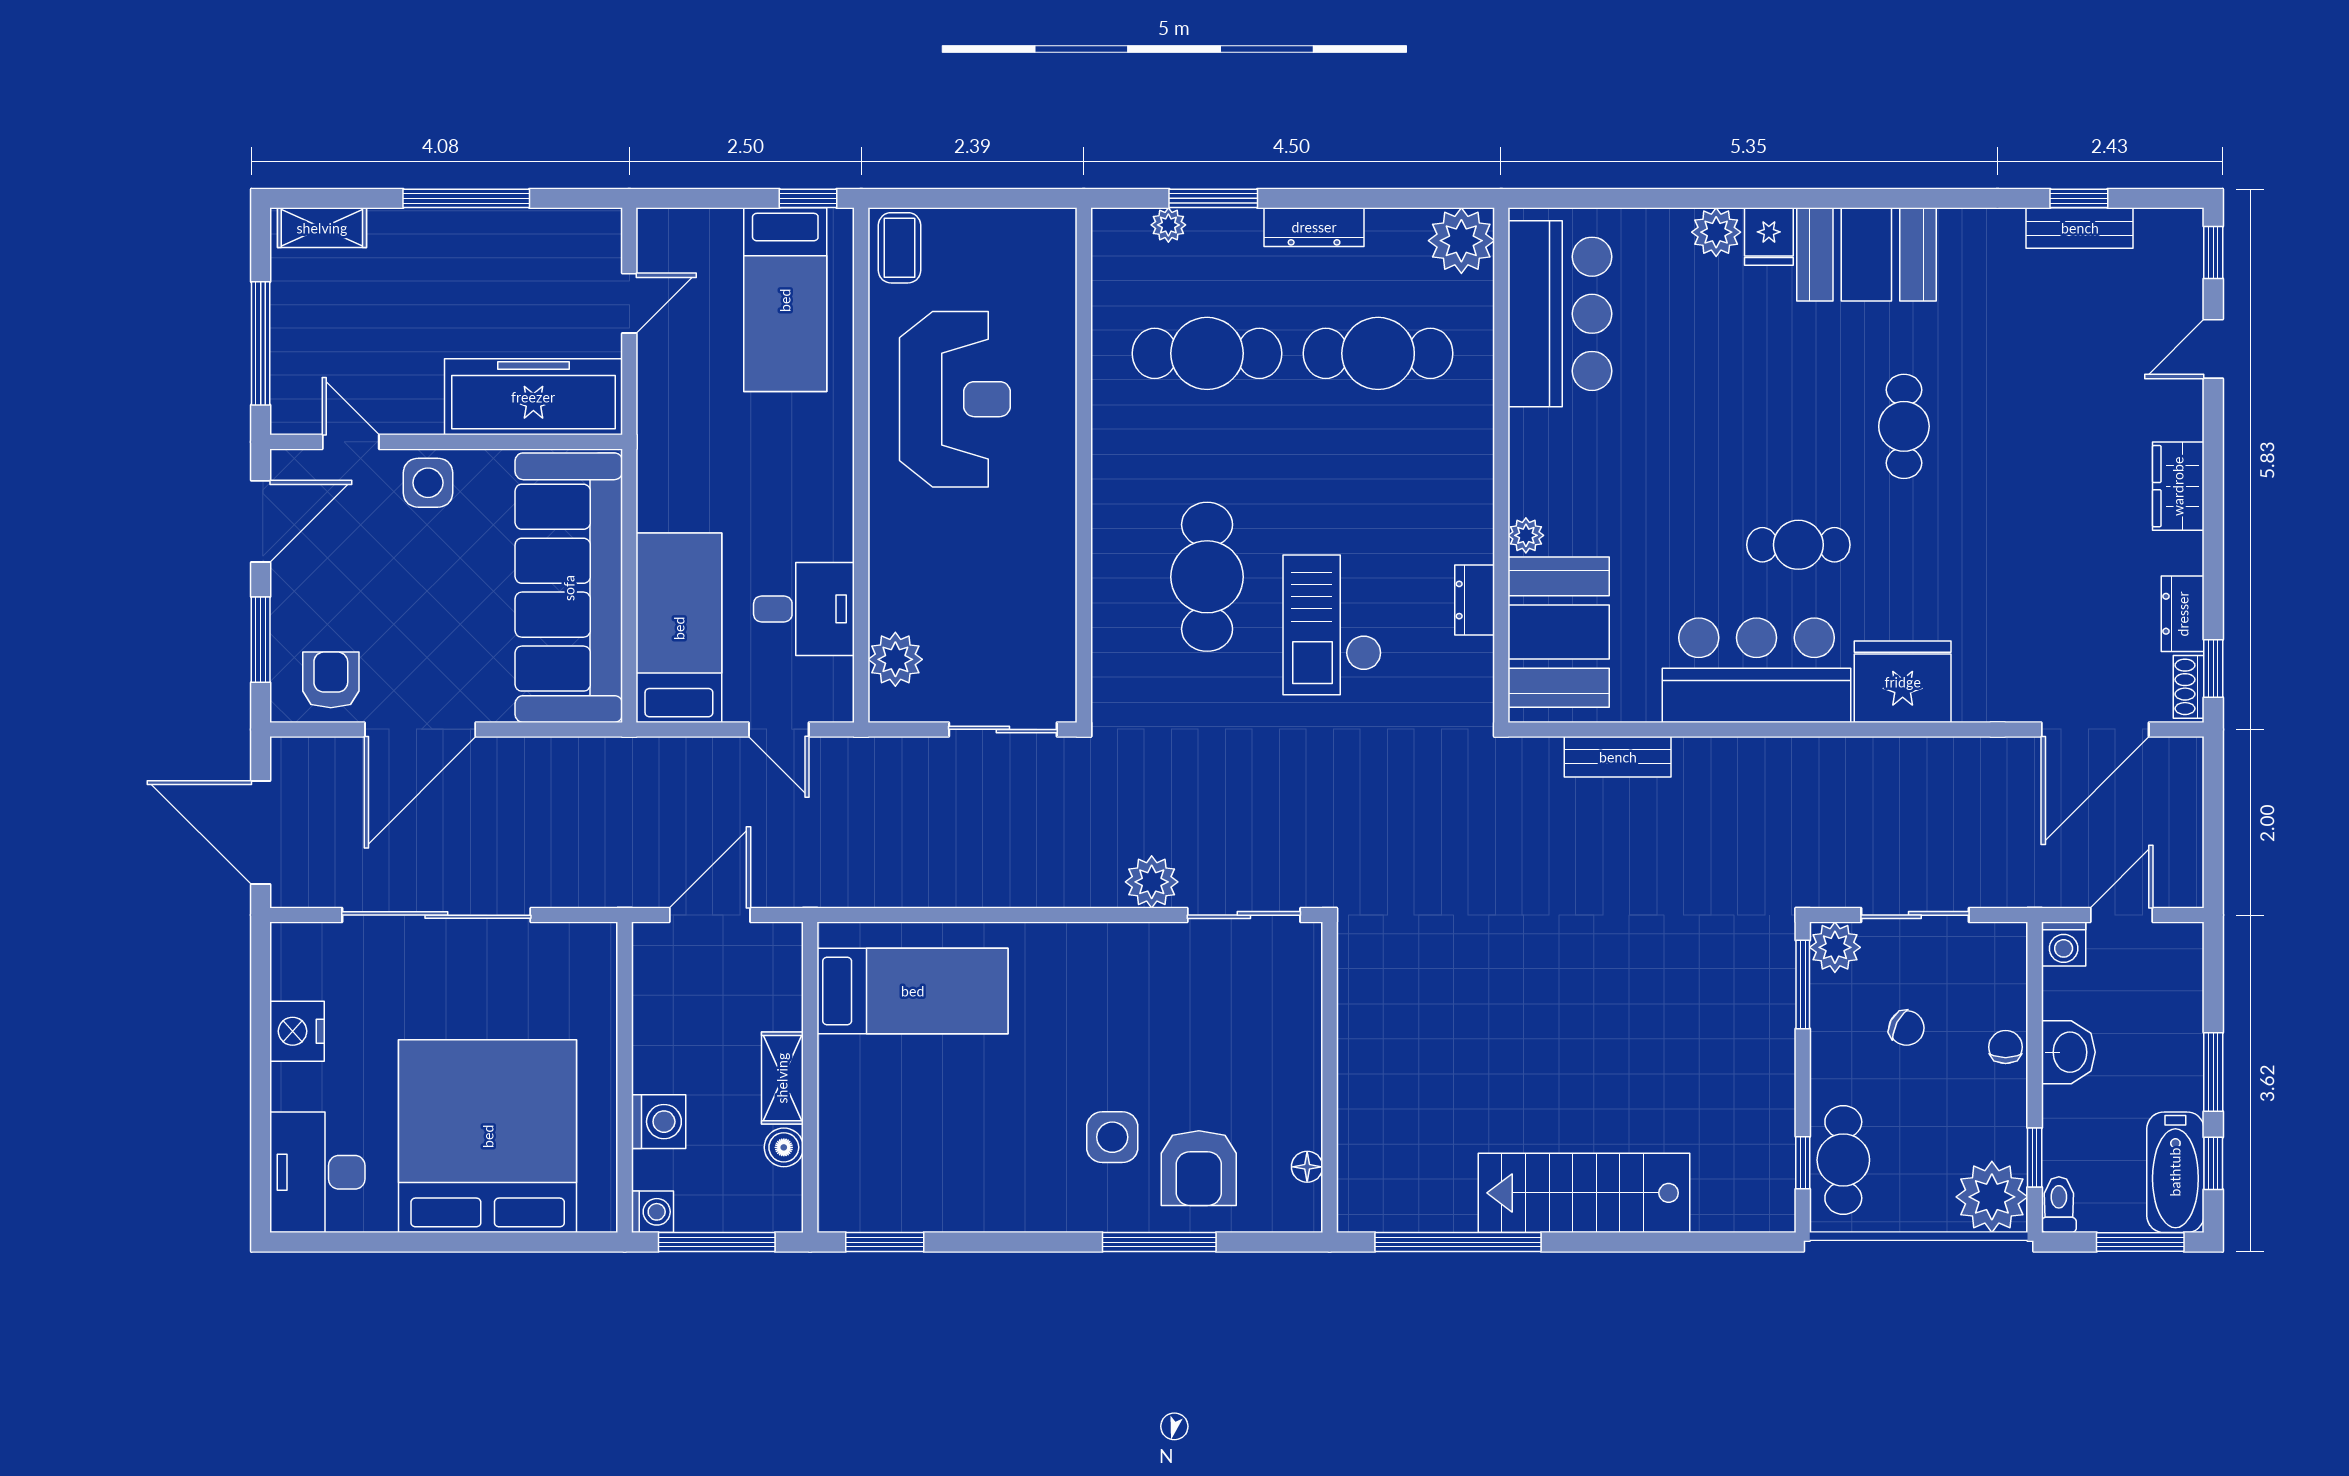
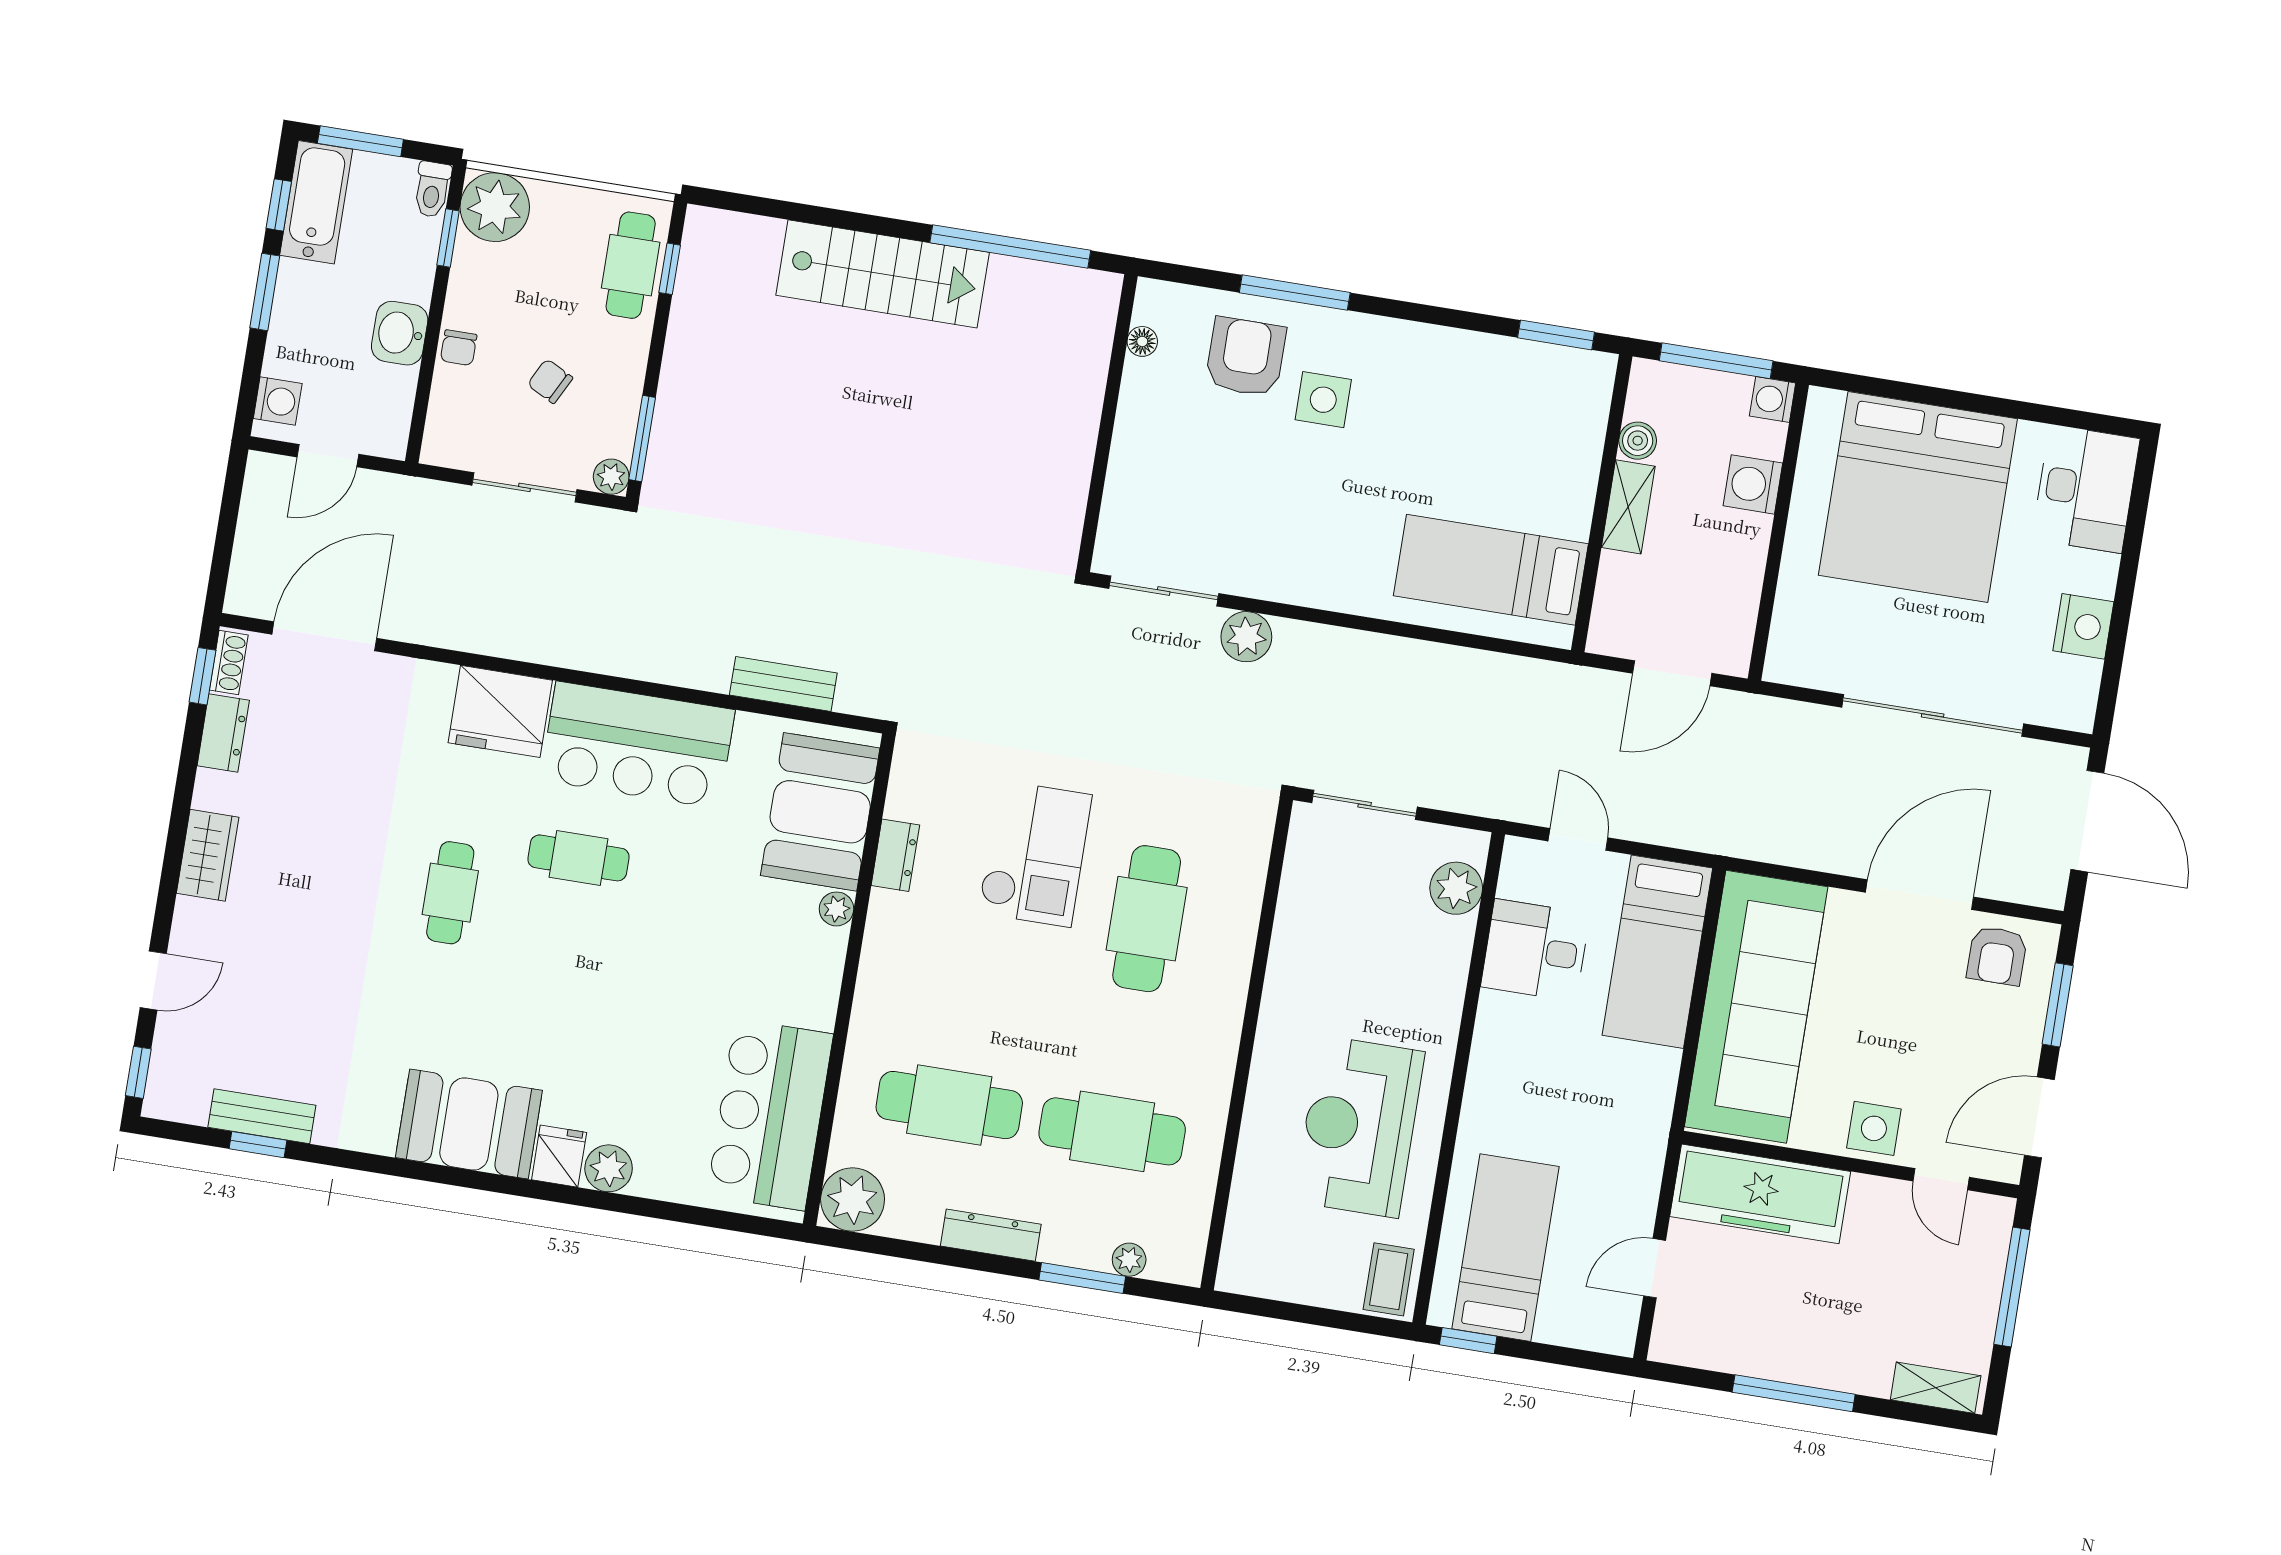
cafe table: (1904, 426) -> (450, 893), moved
washing machine: (2064, 944) -> (278, 401), moved, turned 90
plant: (1835, 947) -> (611, 477), width x0.73, depth x0.73

